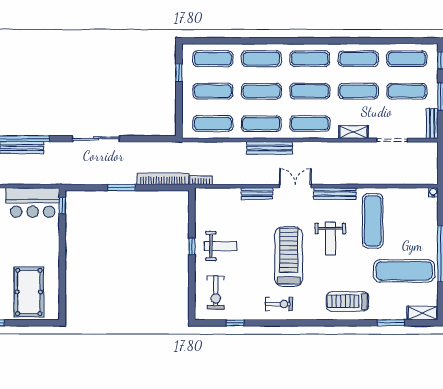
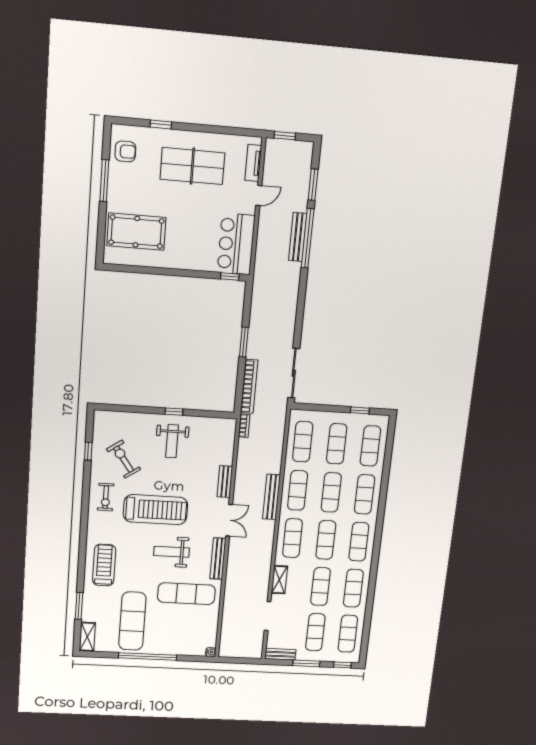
sliding door: (96, 139) -> (294, 373), moved
exercise bike: (216, 292) -> (124, 459), moved, turned 55

